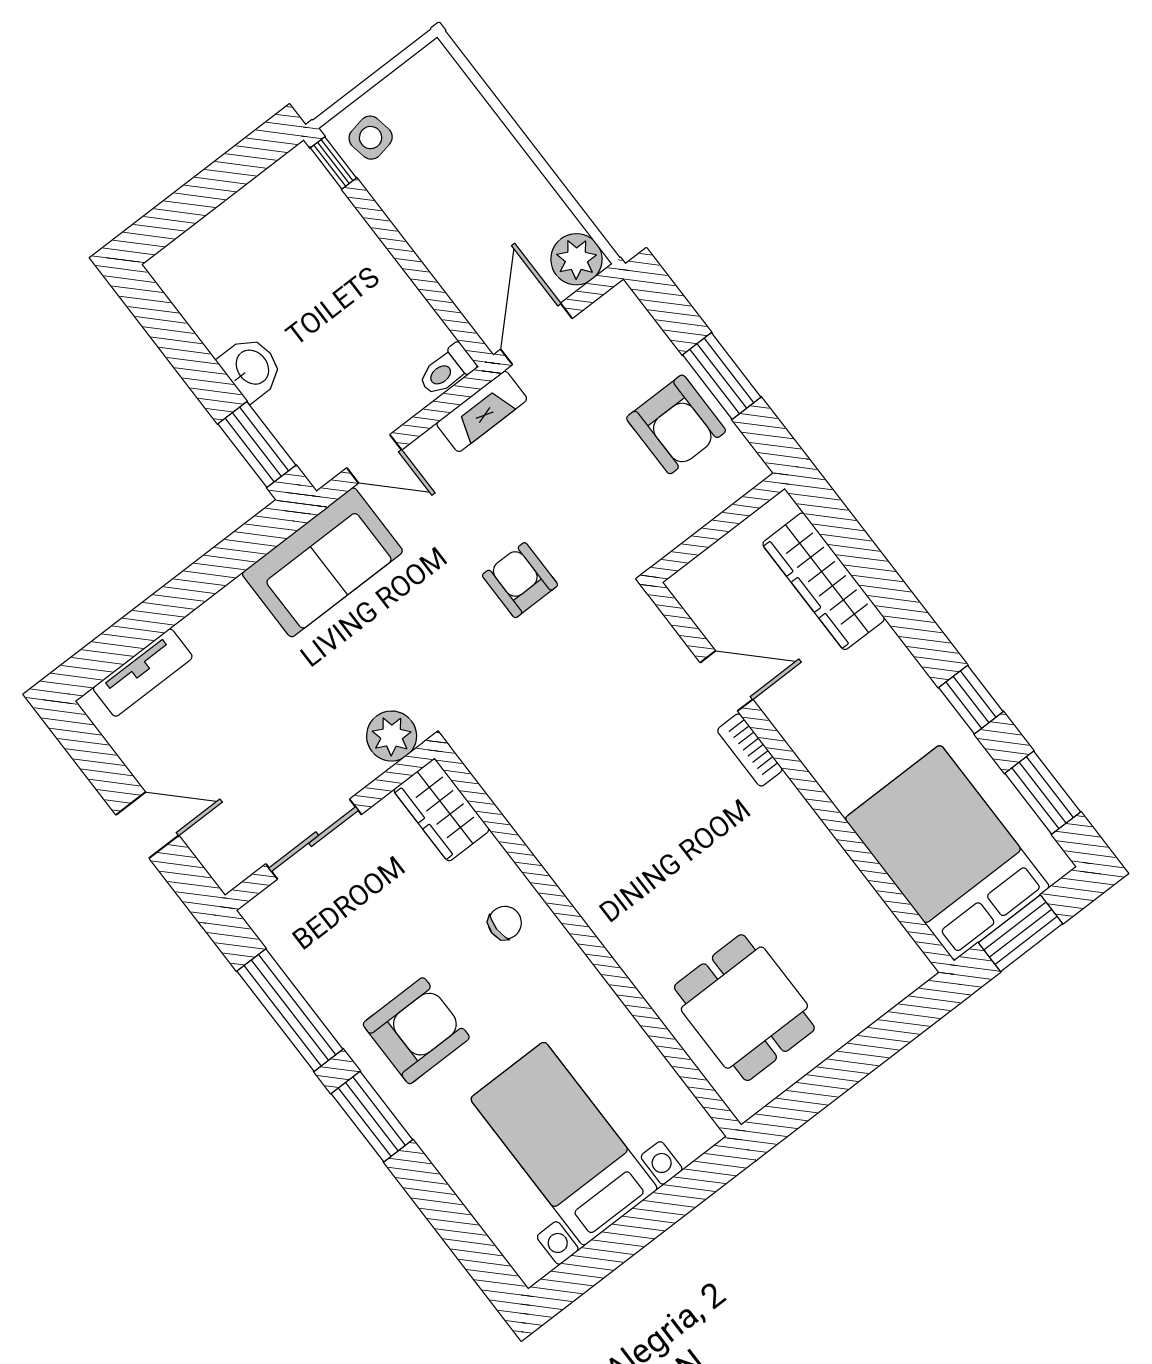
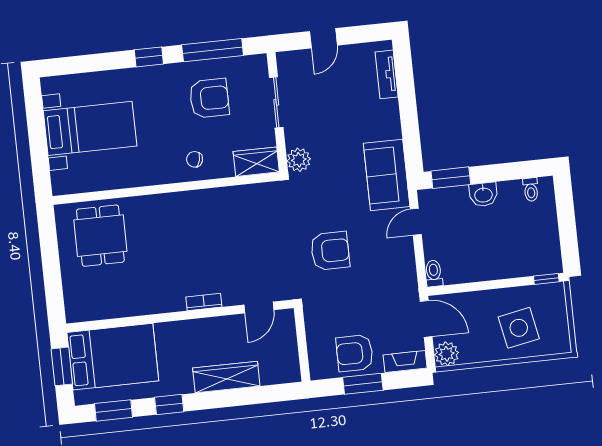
side table: (371, 138) -> (519, 328), moved, width x1.87, depth x1.87
toilet: (191, 289) -> (531, 190), added
fireplace: (482, 411) -> (405, 361), moved, turned 90
armchair: (520, 580) -> (330, 251), width x1.38, depth x1.38
wardrobe: (824, 581) -> (226, 377), moved
door: (727, 681) -> (259, 307), moved
chair: (505, 923) -> (195, 159), turned 105
dining table: (744, 1008) -> (100, 236), turned 90
armchair: (416, 1031) -> (209, 98), moved, turned -90
window: (372, 1117) -> (149, 57), width x0.67

